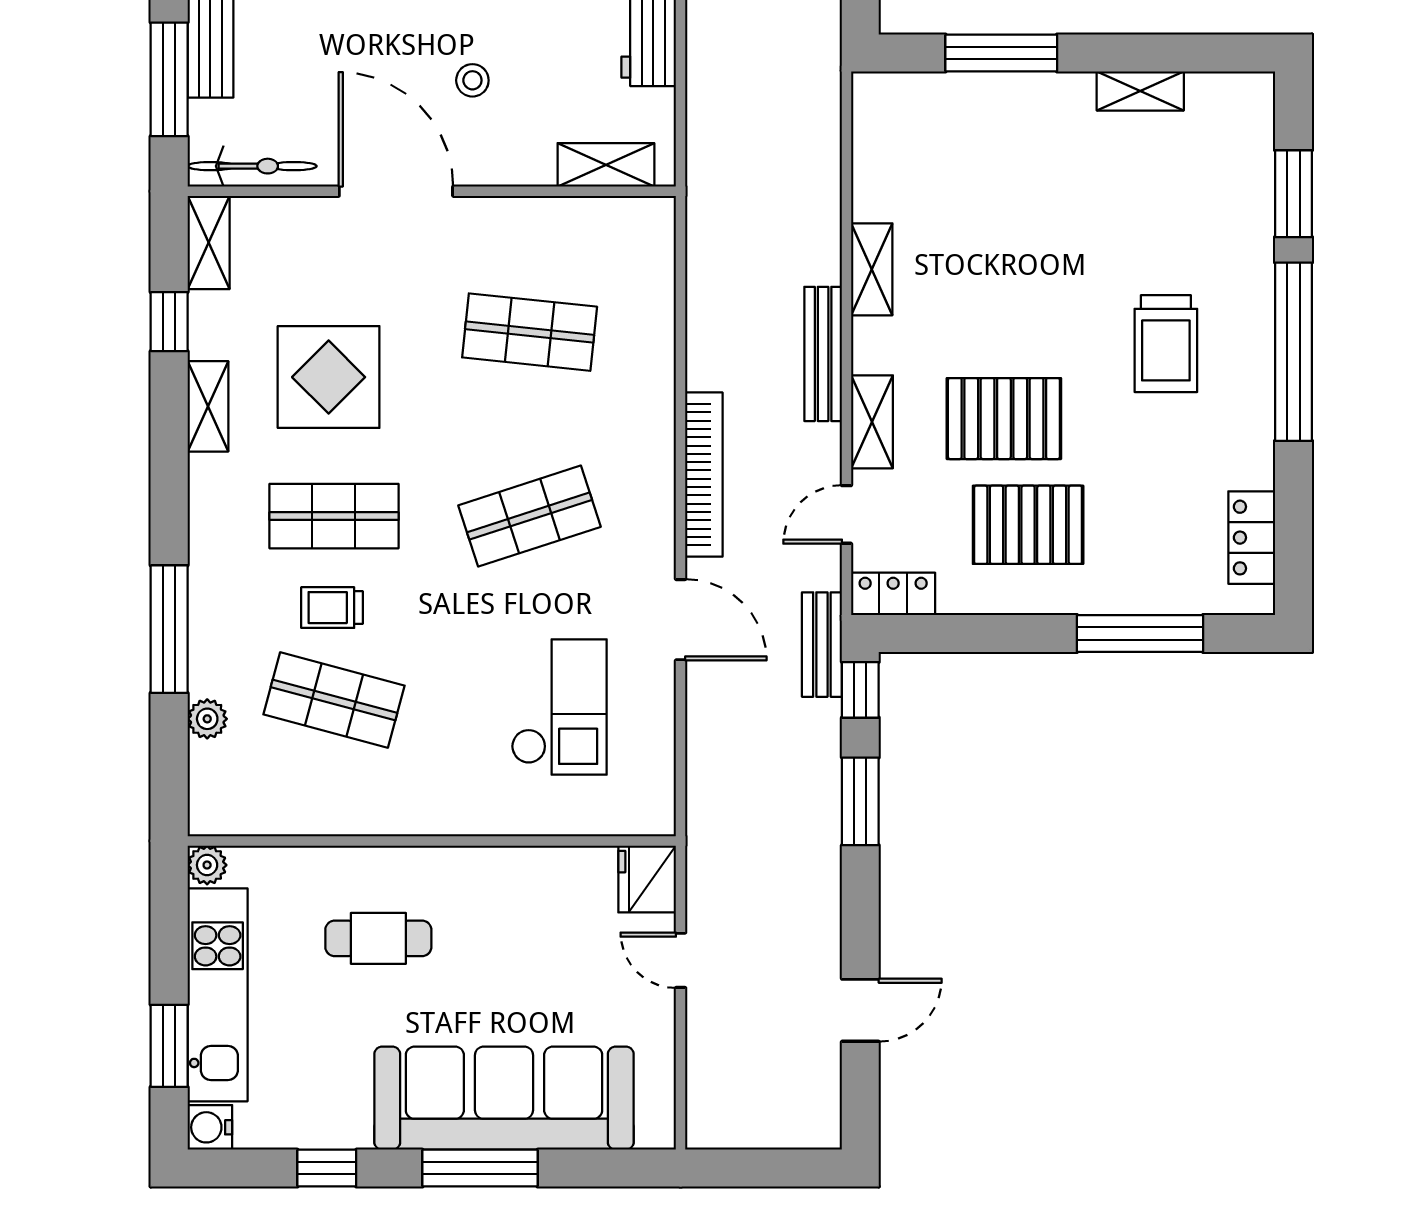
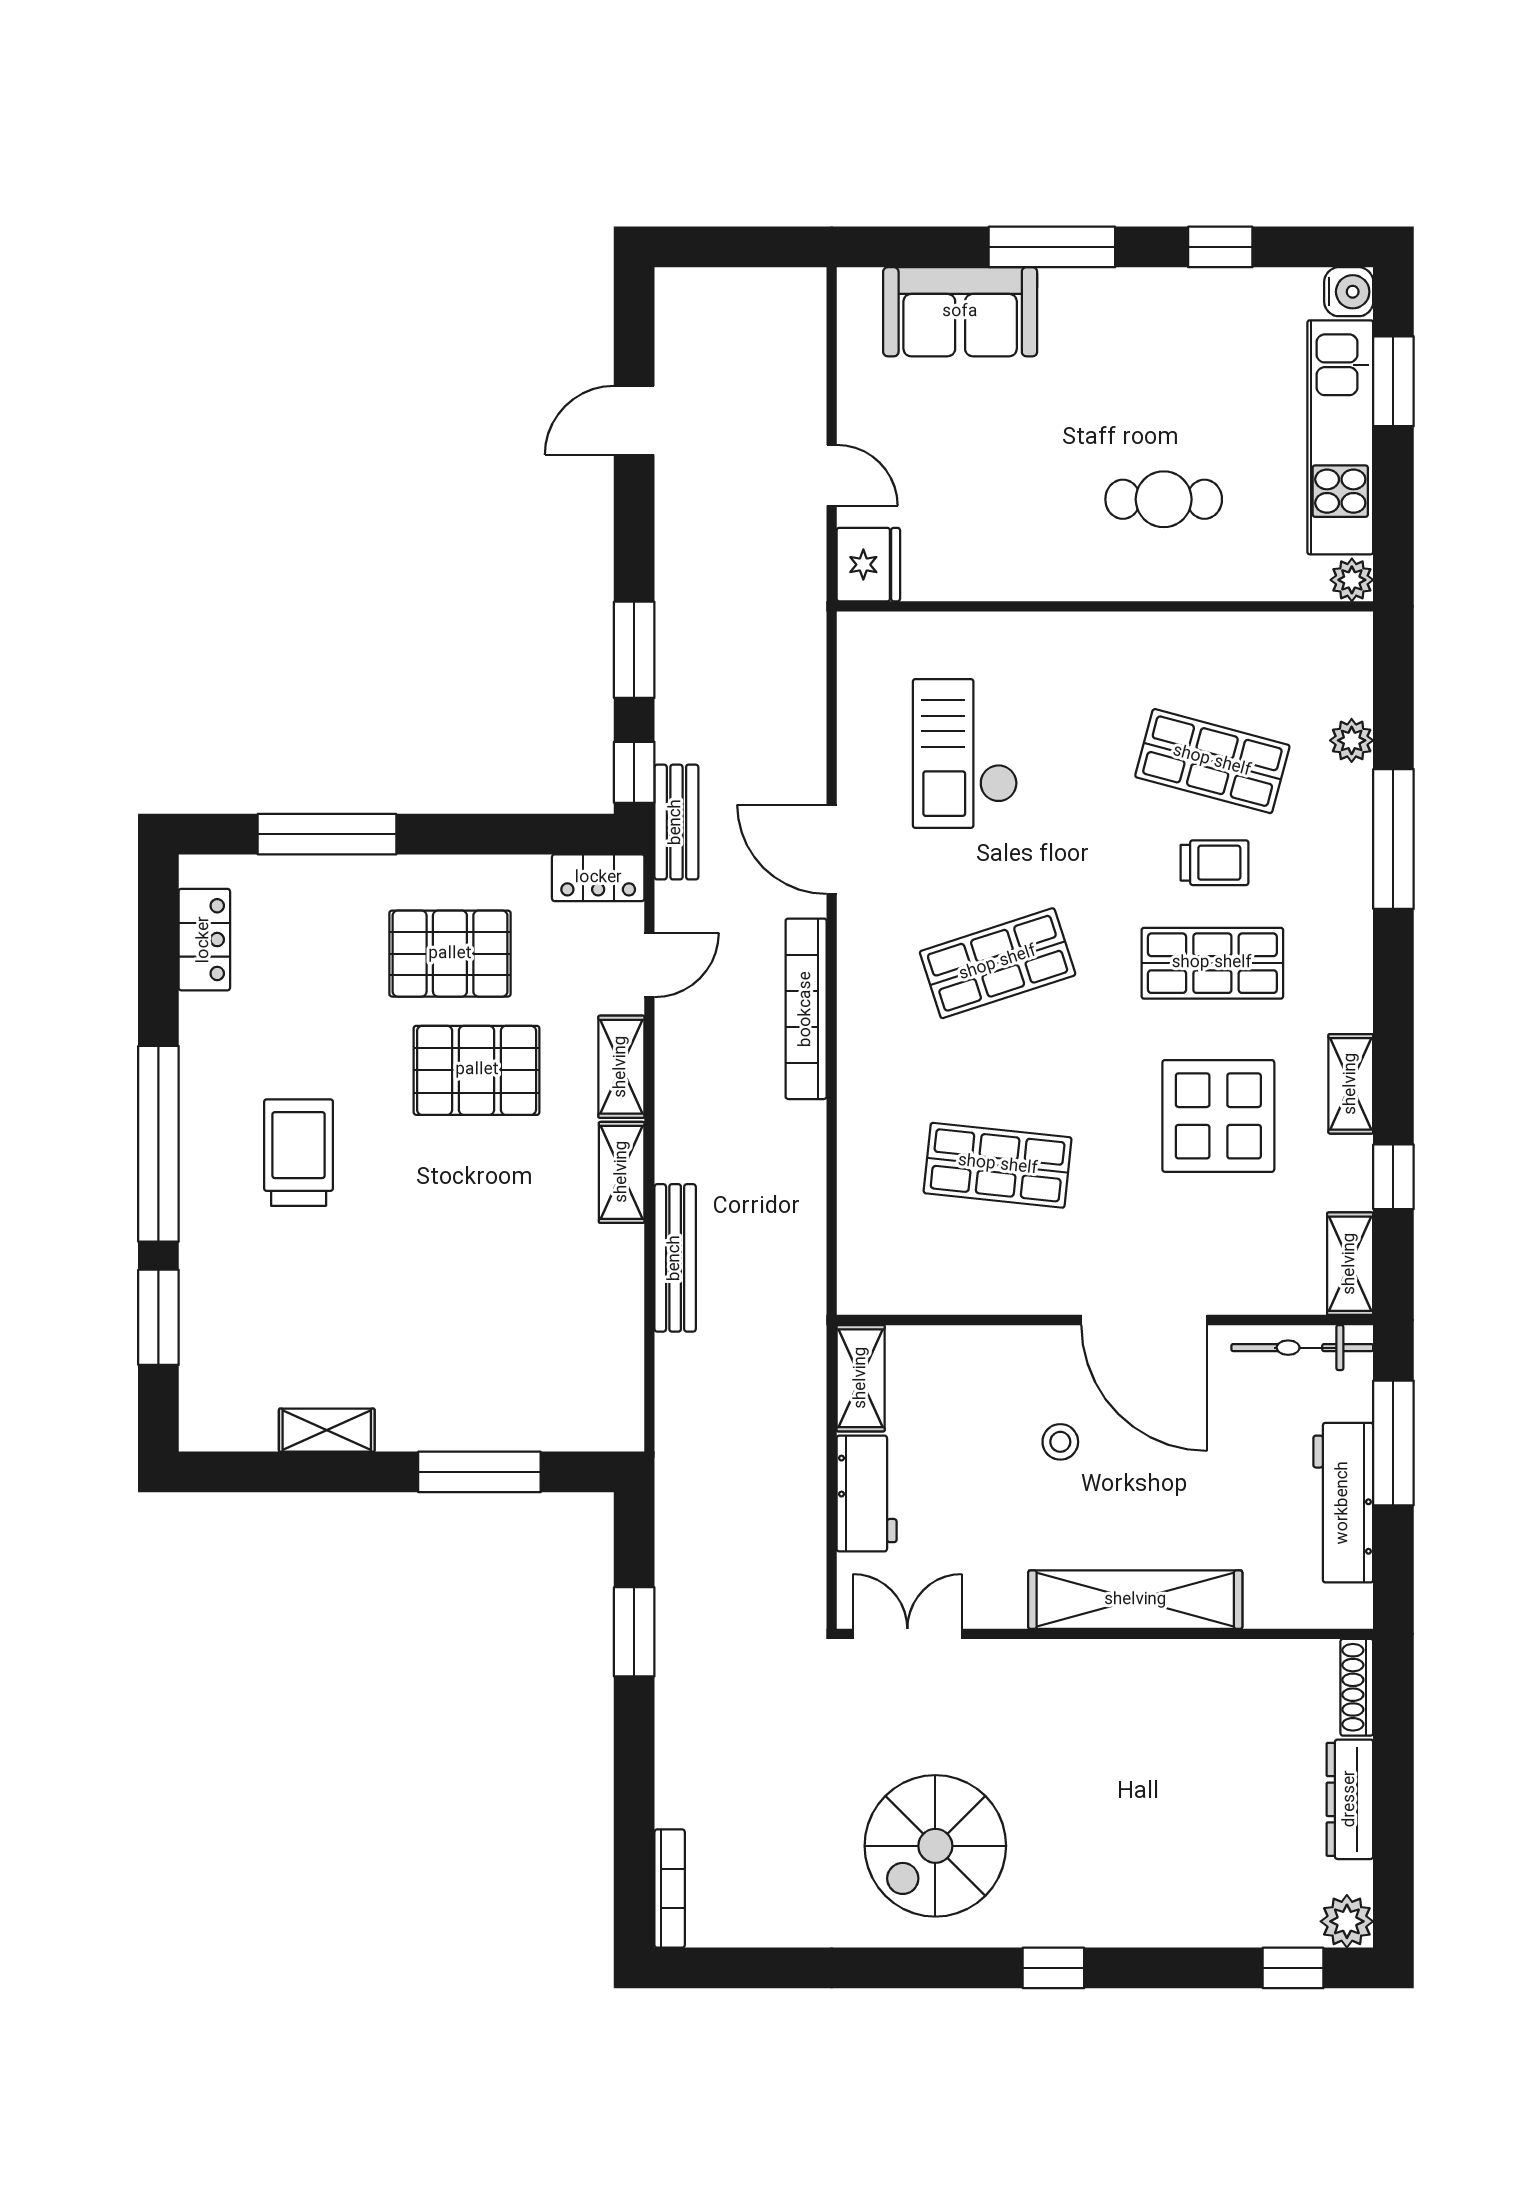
shelving: (606, 165) -> (861, 1378), moved, turned 90
shelving: (872, 269) -> (622, 1172), moved
bench: (823, 354) -> (675, 1258), moved
sofa: (504, 1098) -> (960, 312), width x0.54, depth x0.79

